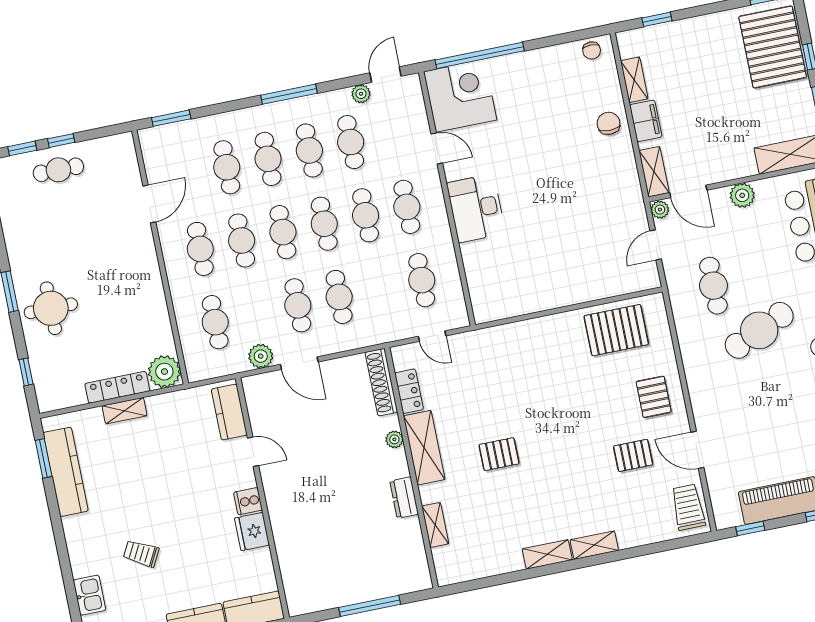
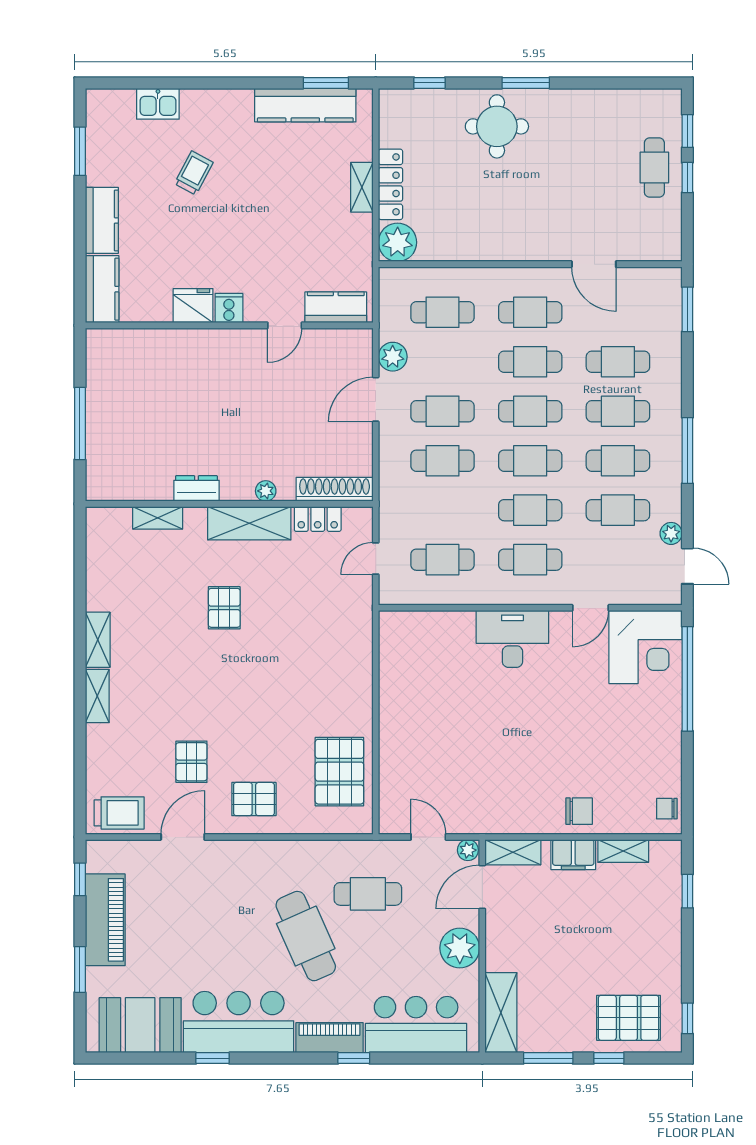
pallet: (773, 47) -> (629, 1018), width x0.73, depth x0.71
plant: (742, 195) -> (460, 948), width x1.36, depth x1.36

